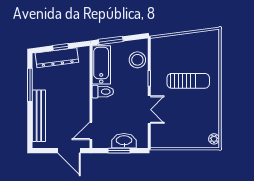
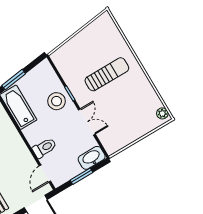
stool: (137, 60) -> (57, 101), moved
toilet: (103, 92) -> (44, 148), moved
washbasin: (124, 141) -> (92, 158), moved

